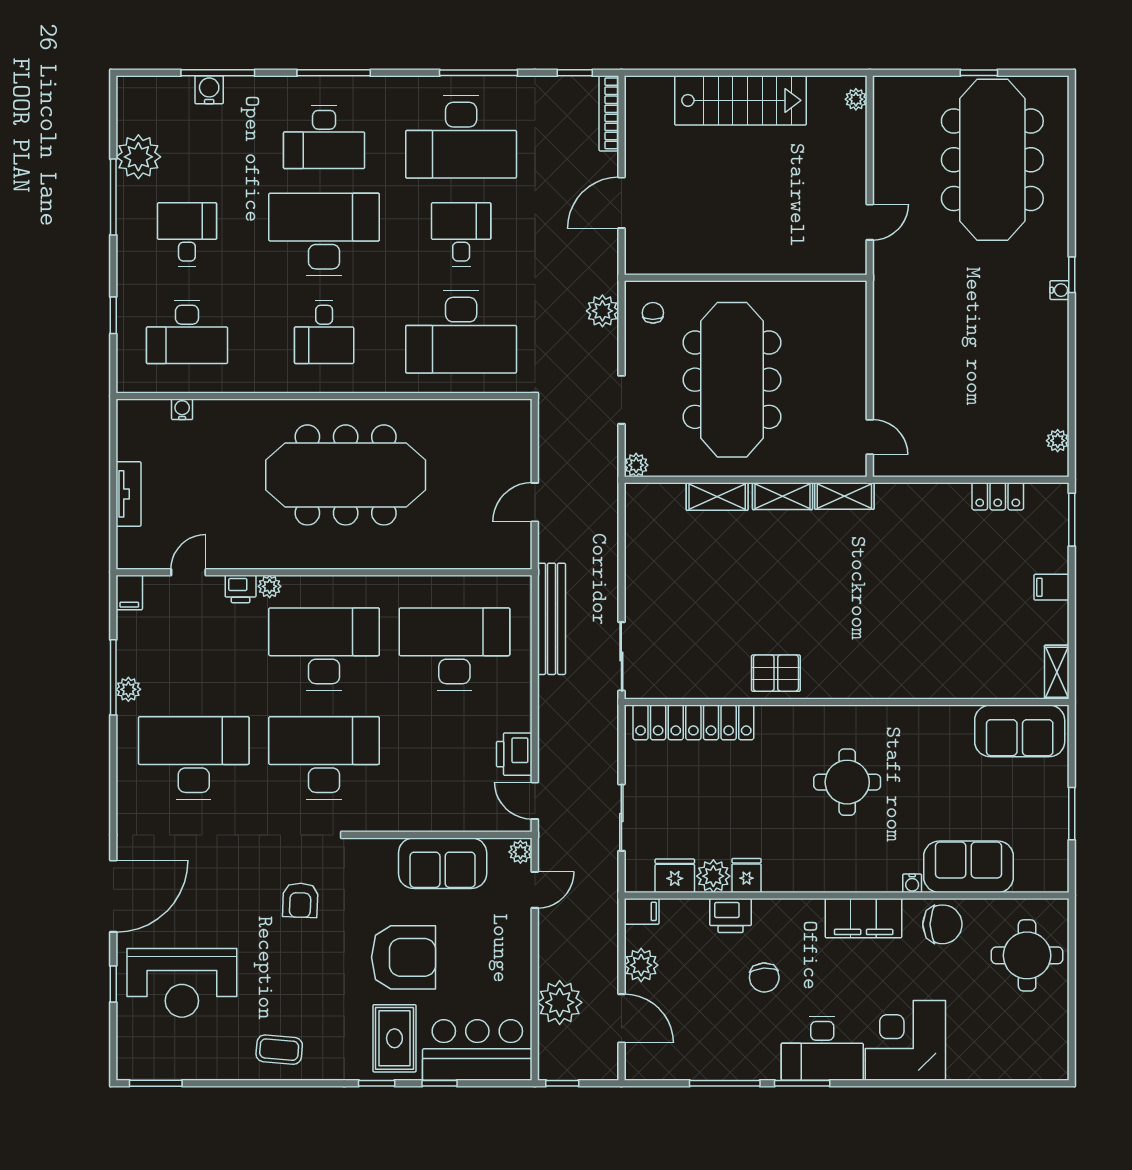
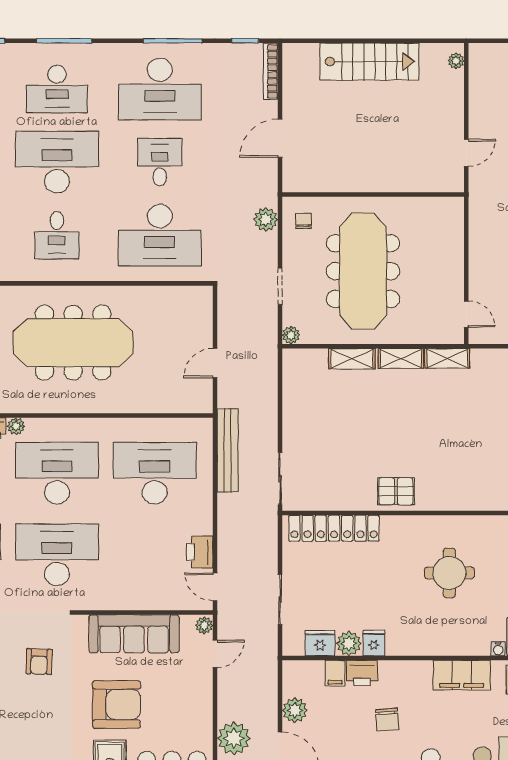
sofa: (443, 863) -> (134, 634), width x1.36
filing cabinet: (642, 911) -> (335, 673), moved, turned 90

